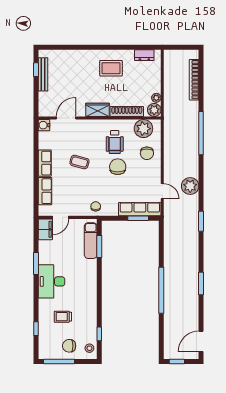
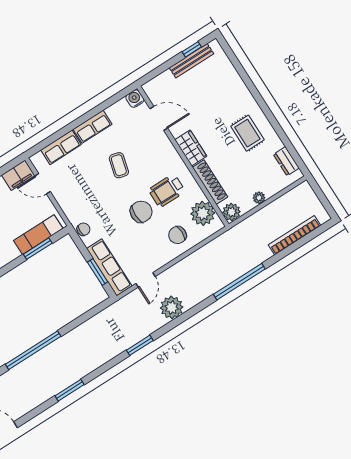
plant: (156, 98) -> (259, 198), moved
chair: (96, 206) -> (83, 229), moved

